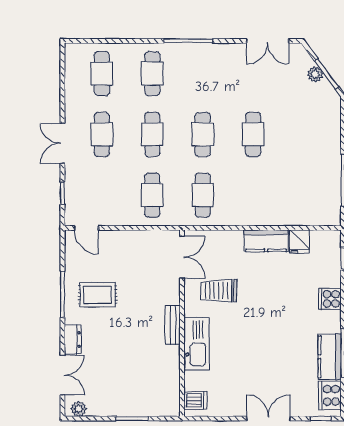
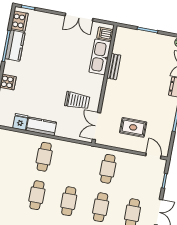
cafe table: (203, 195) -> (44, 157), moved
rug: (98, 295) -> (133, 127), moved
bench: (173, 325) -> (114, 67), moved
kitchen sink: (197, 344) -> (100, 57), moved
double door: (268, 419) -> (79, 17), moved

